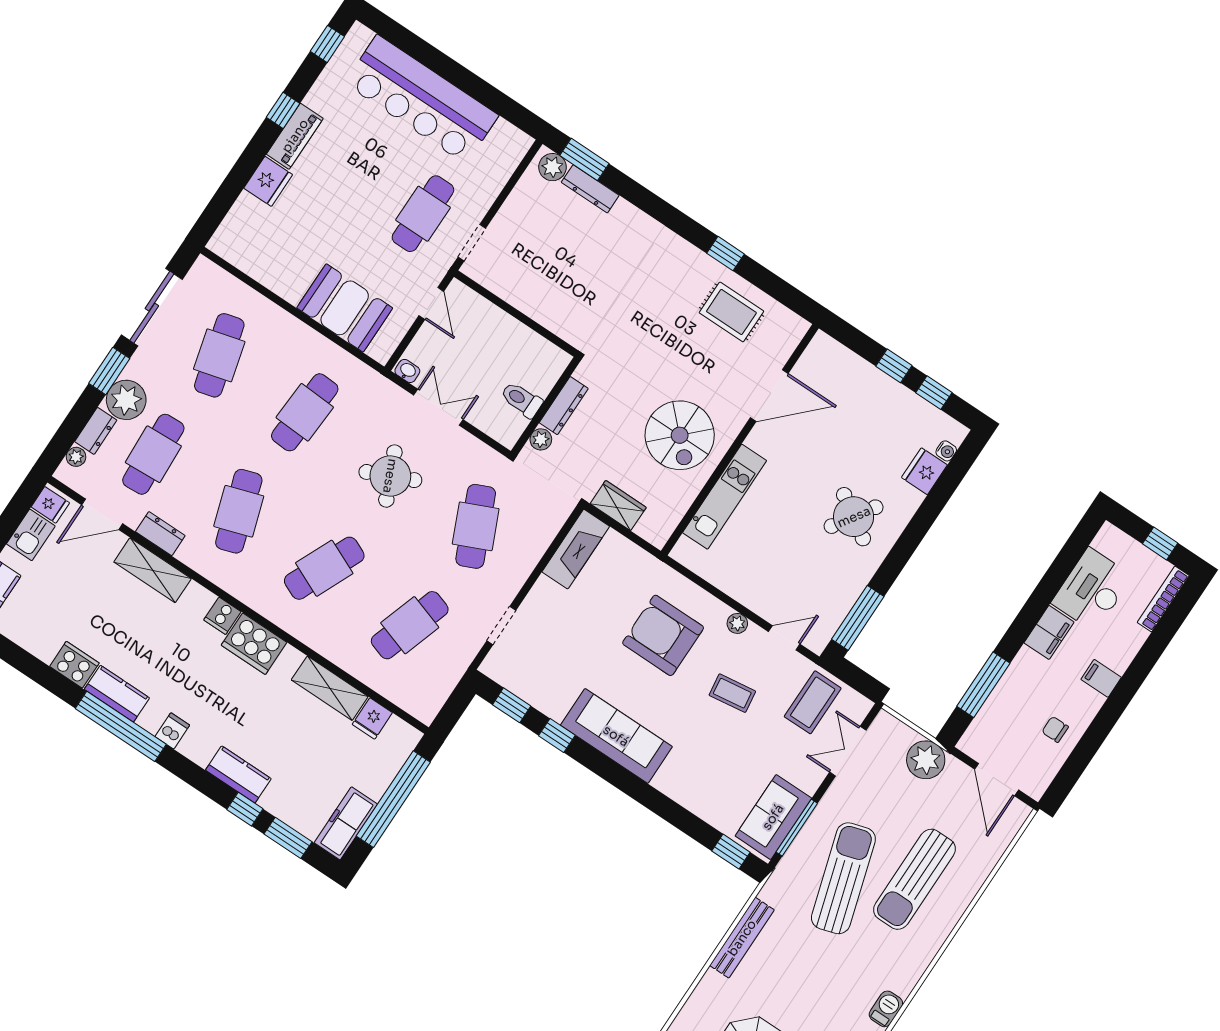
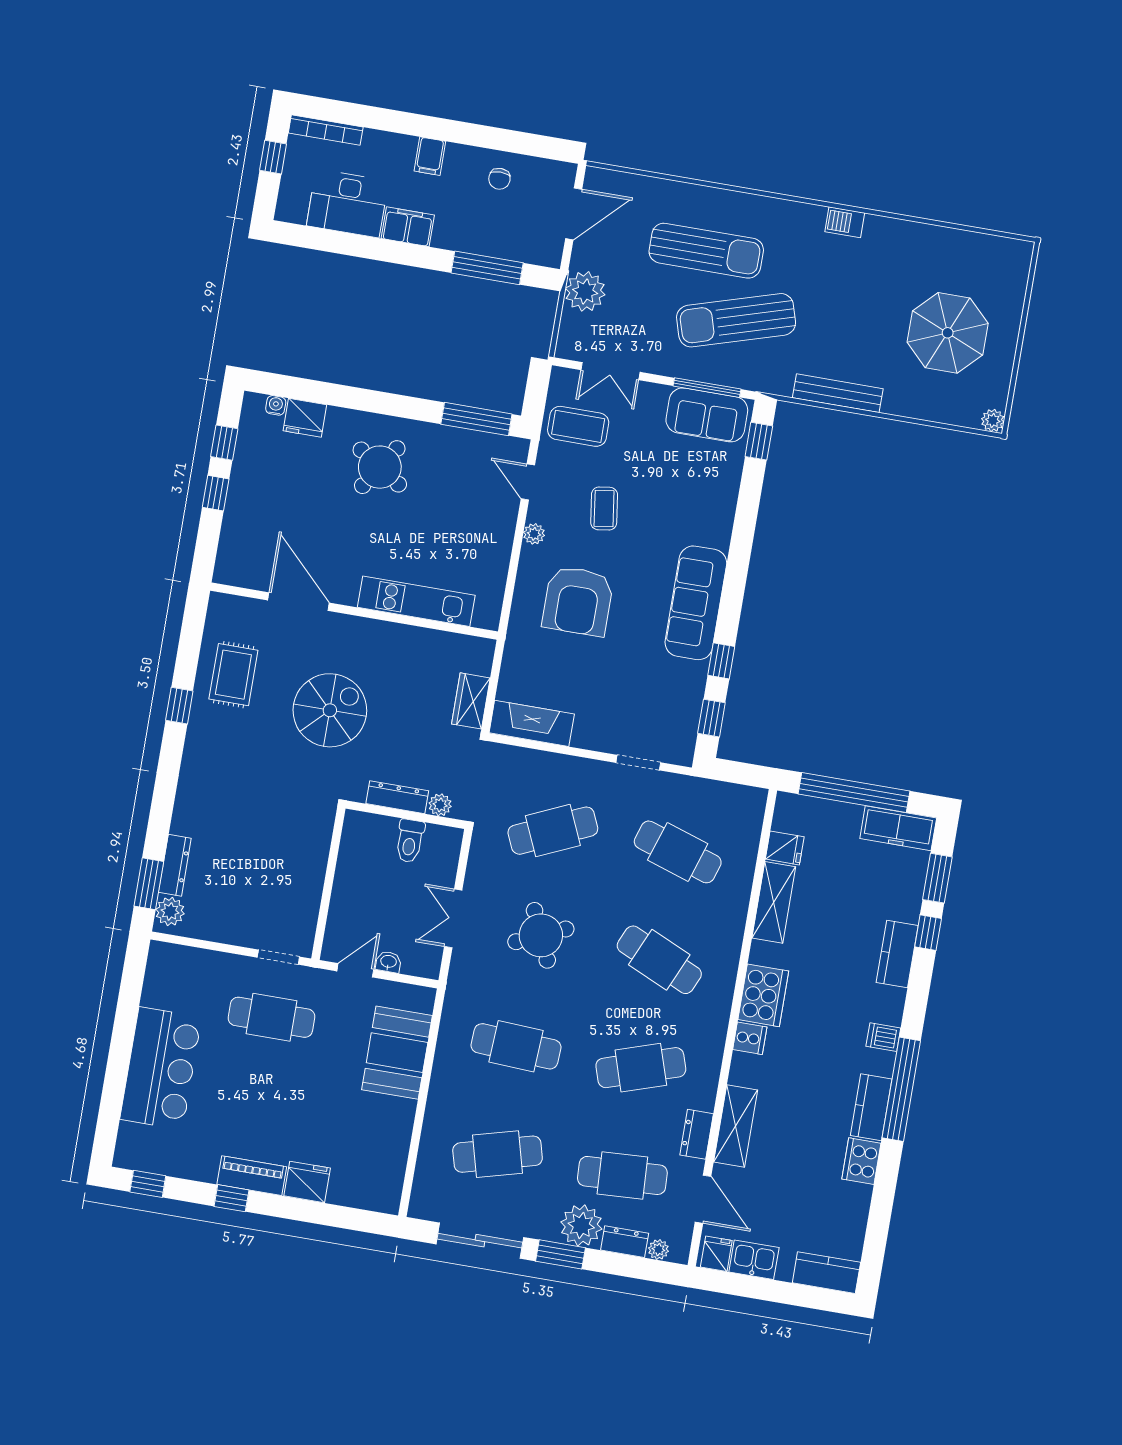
bar counter: (422, 99) -> (161, 1068), width x0.73
washbasin: (407, 371) -> (388, 962), moved, turned 90
spiral stairs: (680, 435) -> (330, 710), moved

